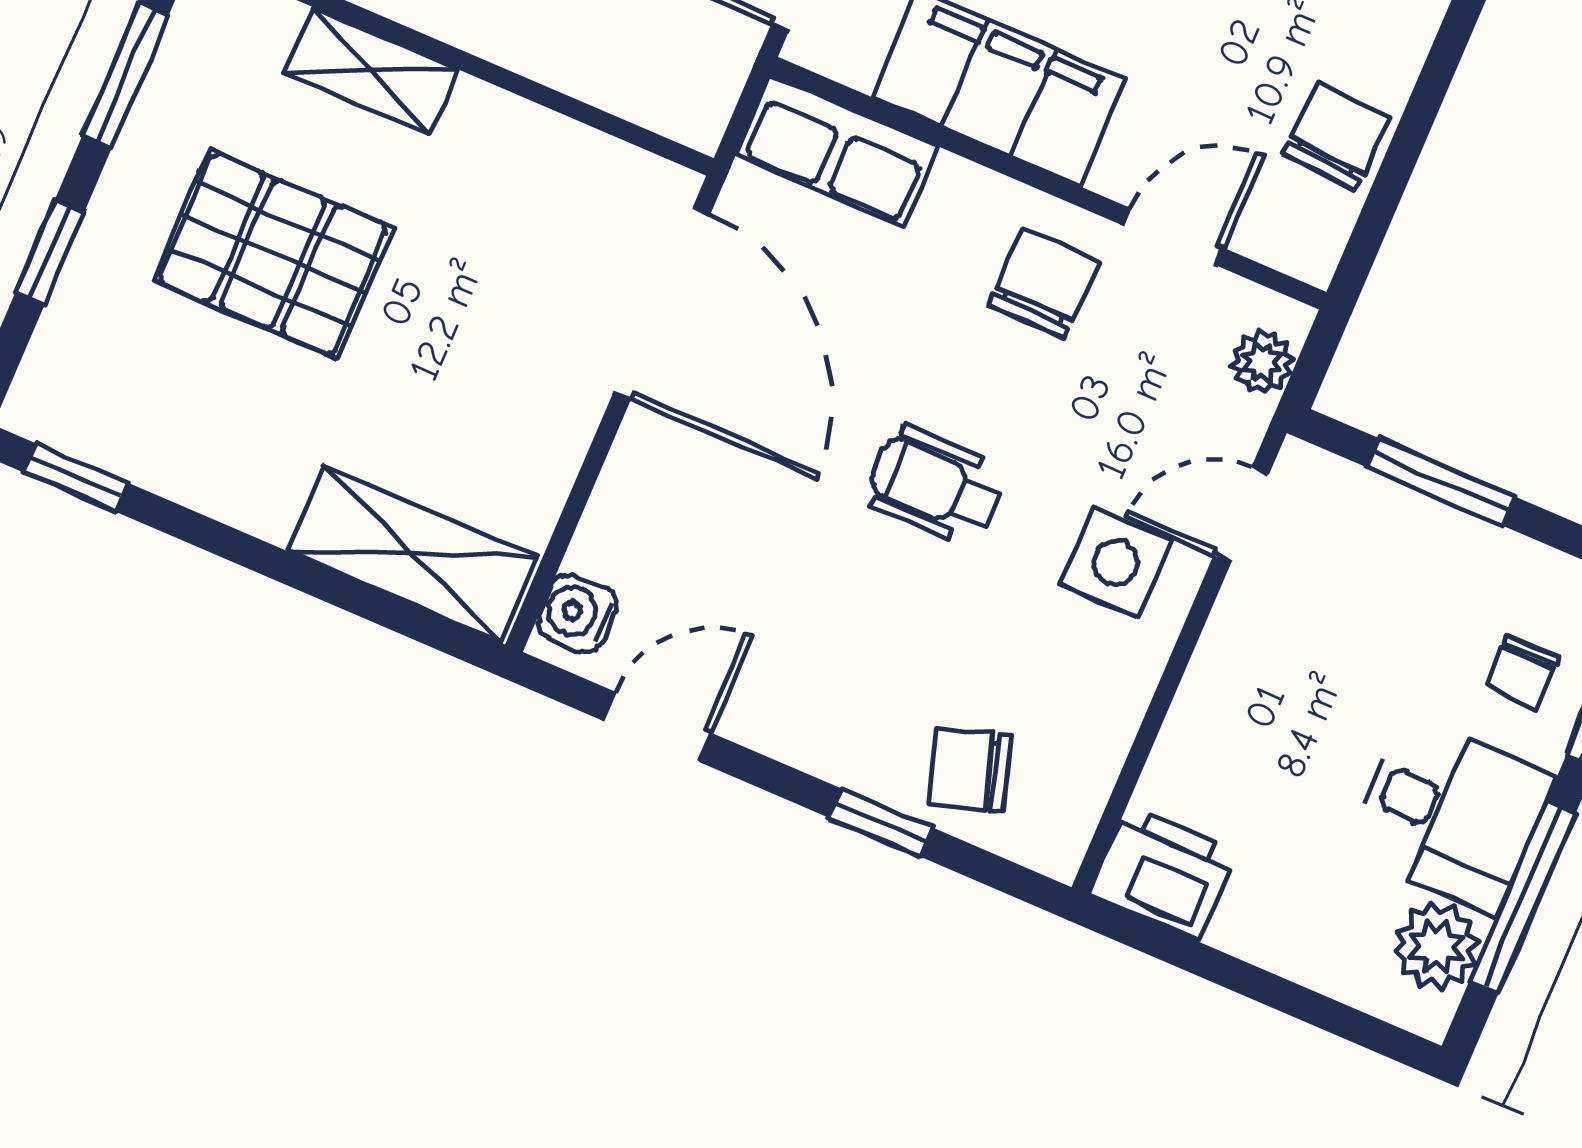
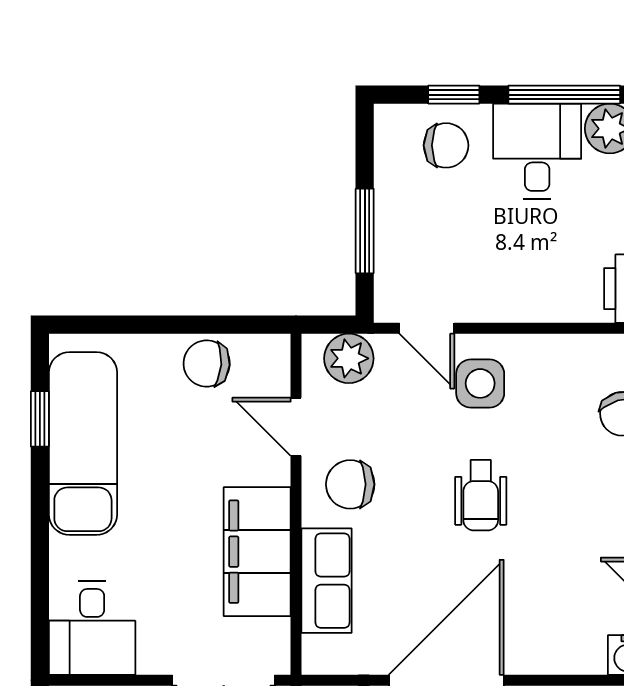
row of seats: (837, 151) -> (326, 581), moved
plant: (1262, 362) -> (349, 358), width x1.38, depth x1.38
chair: (1522, 672) -> (446, 145), width x1.37, depth x1.37

